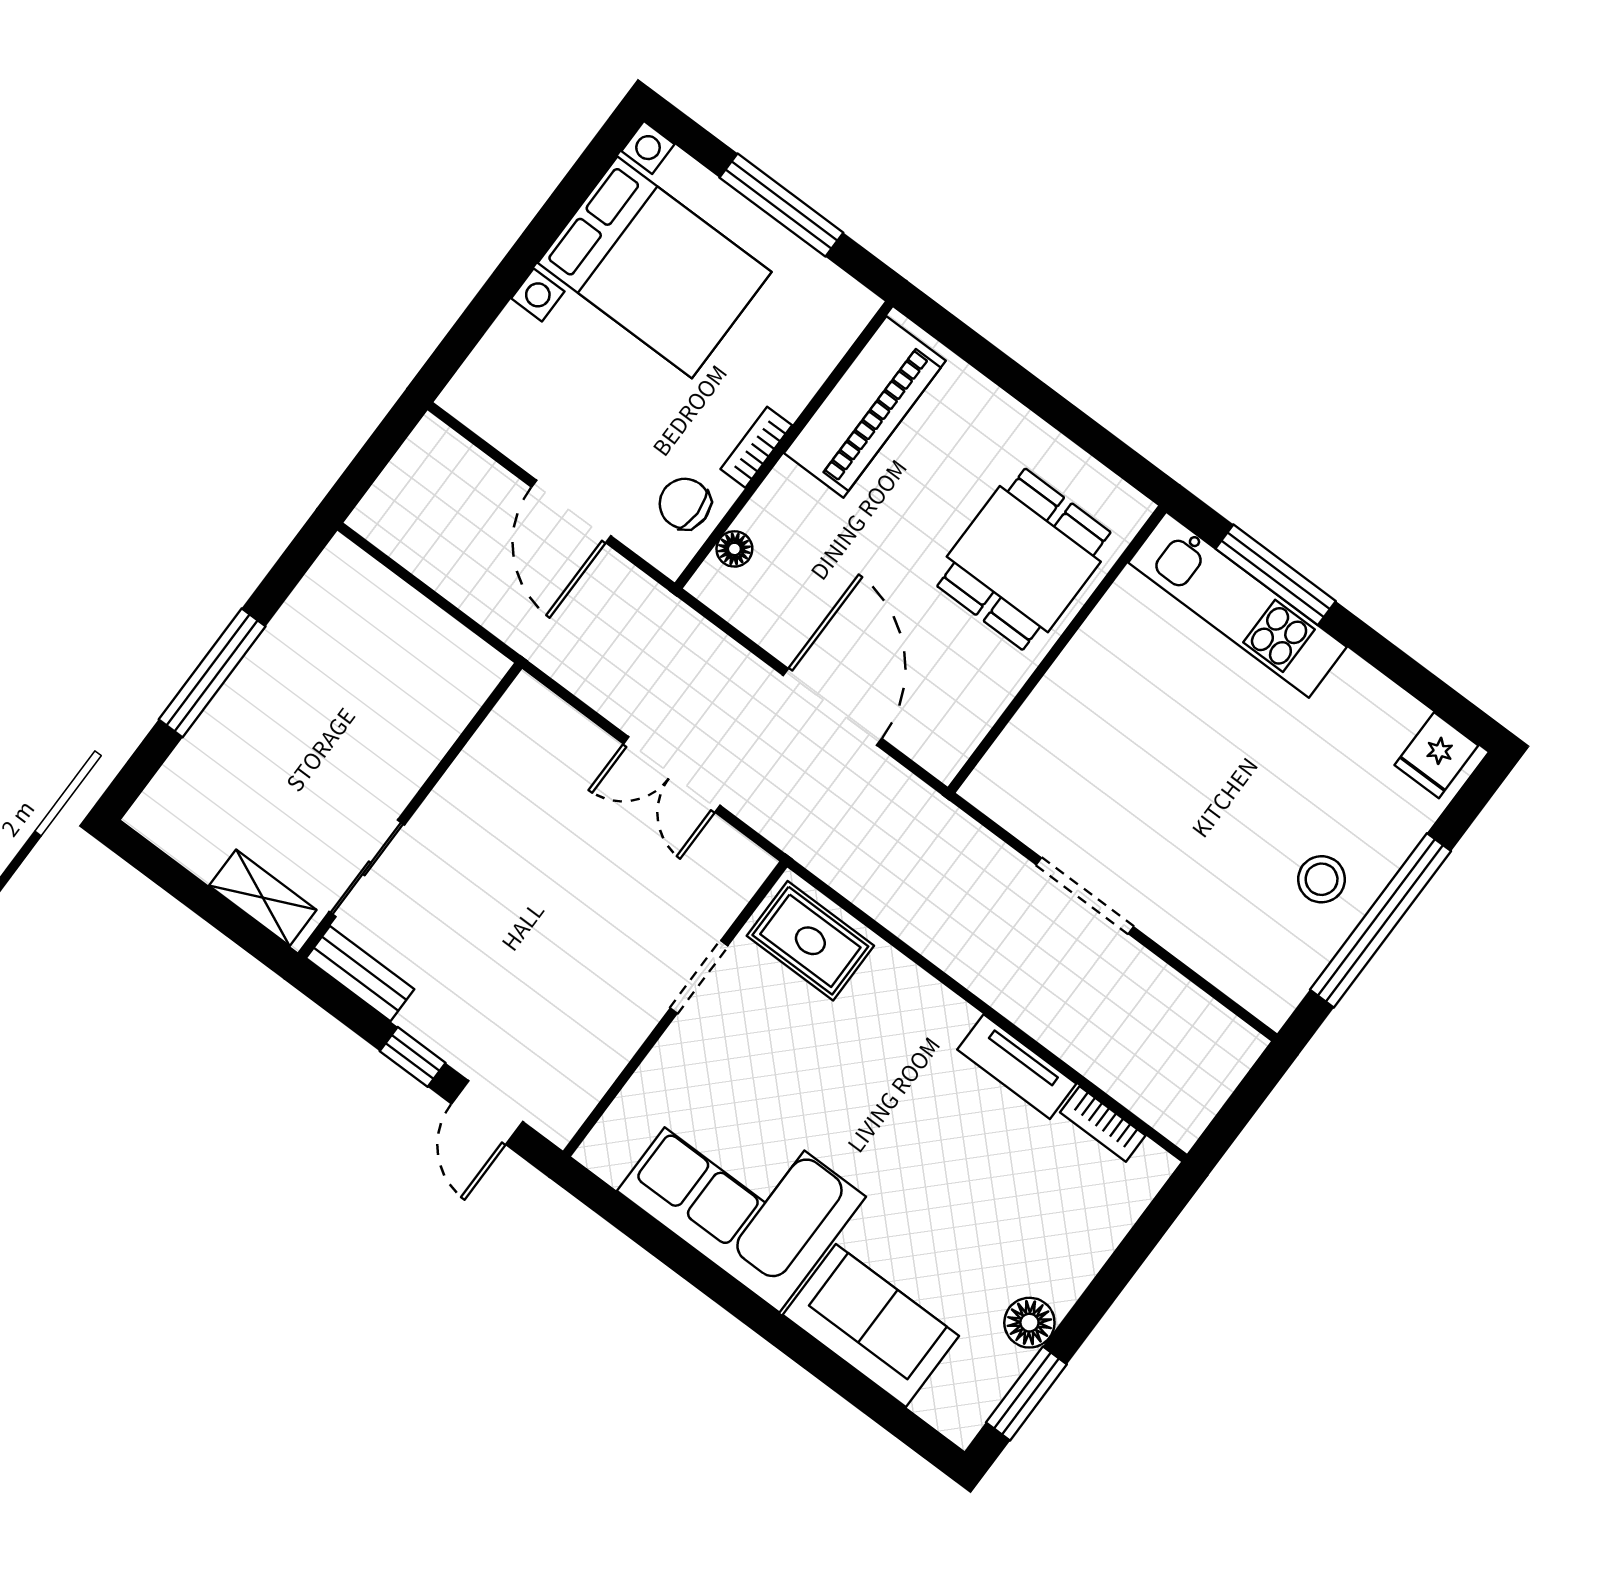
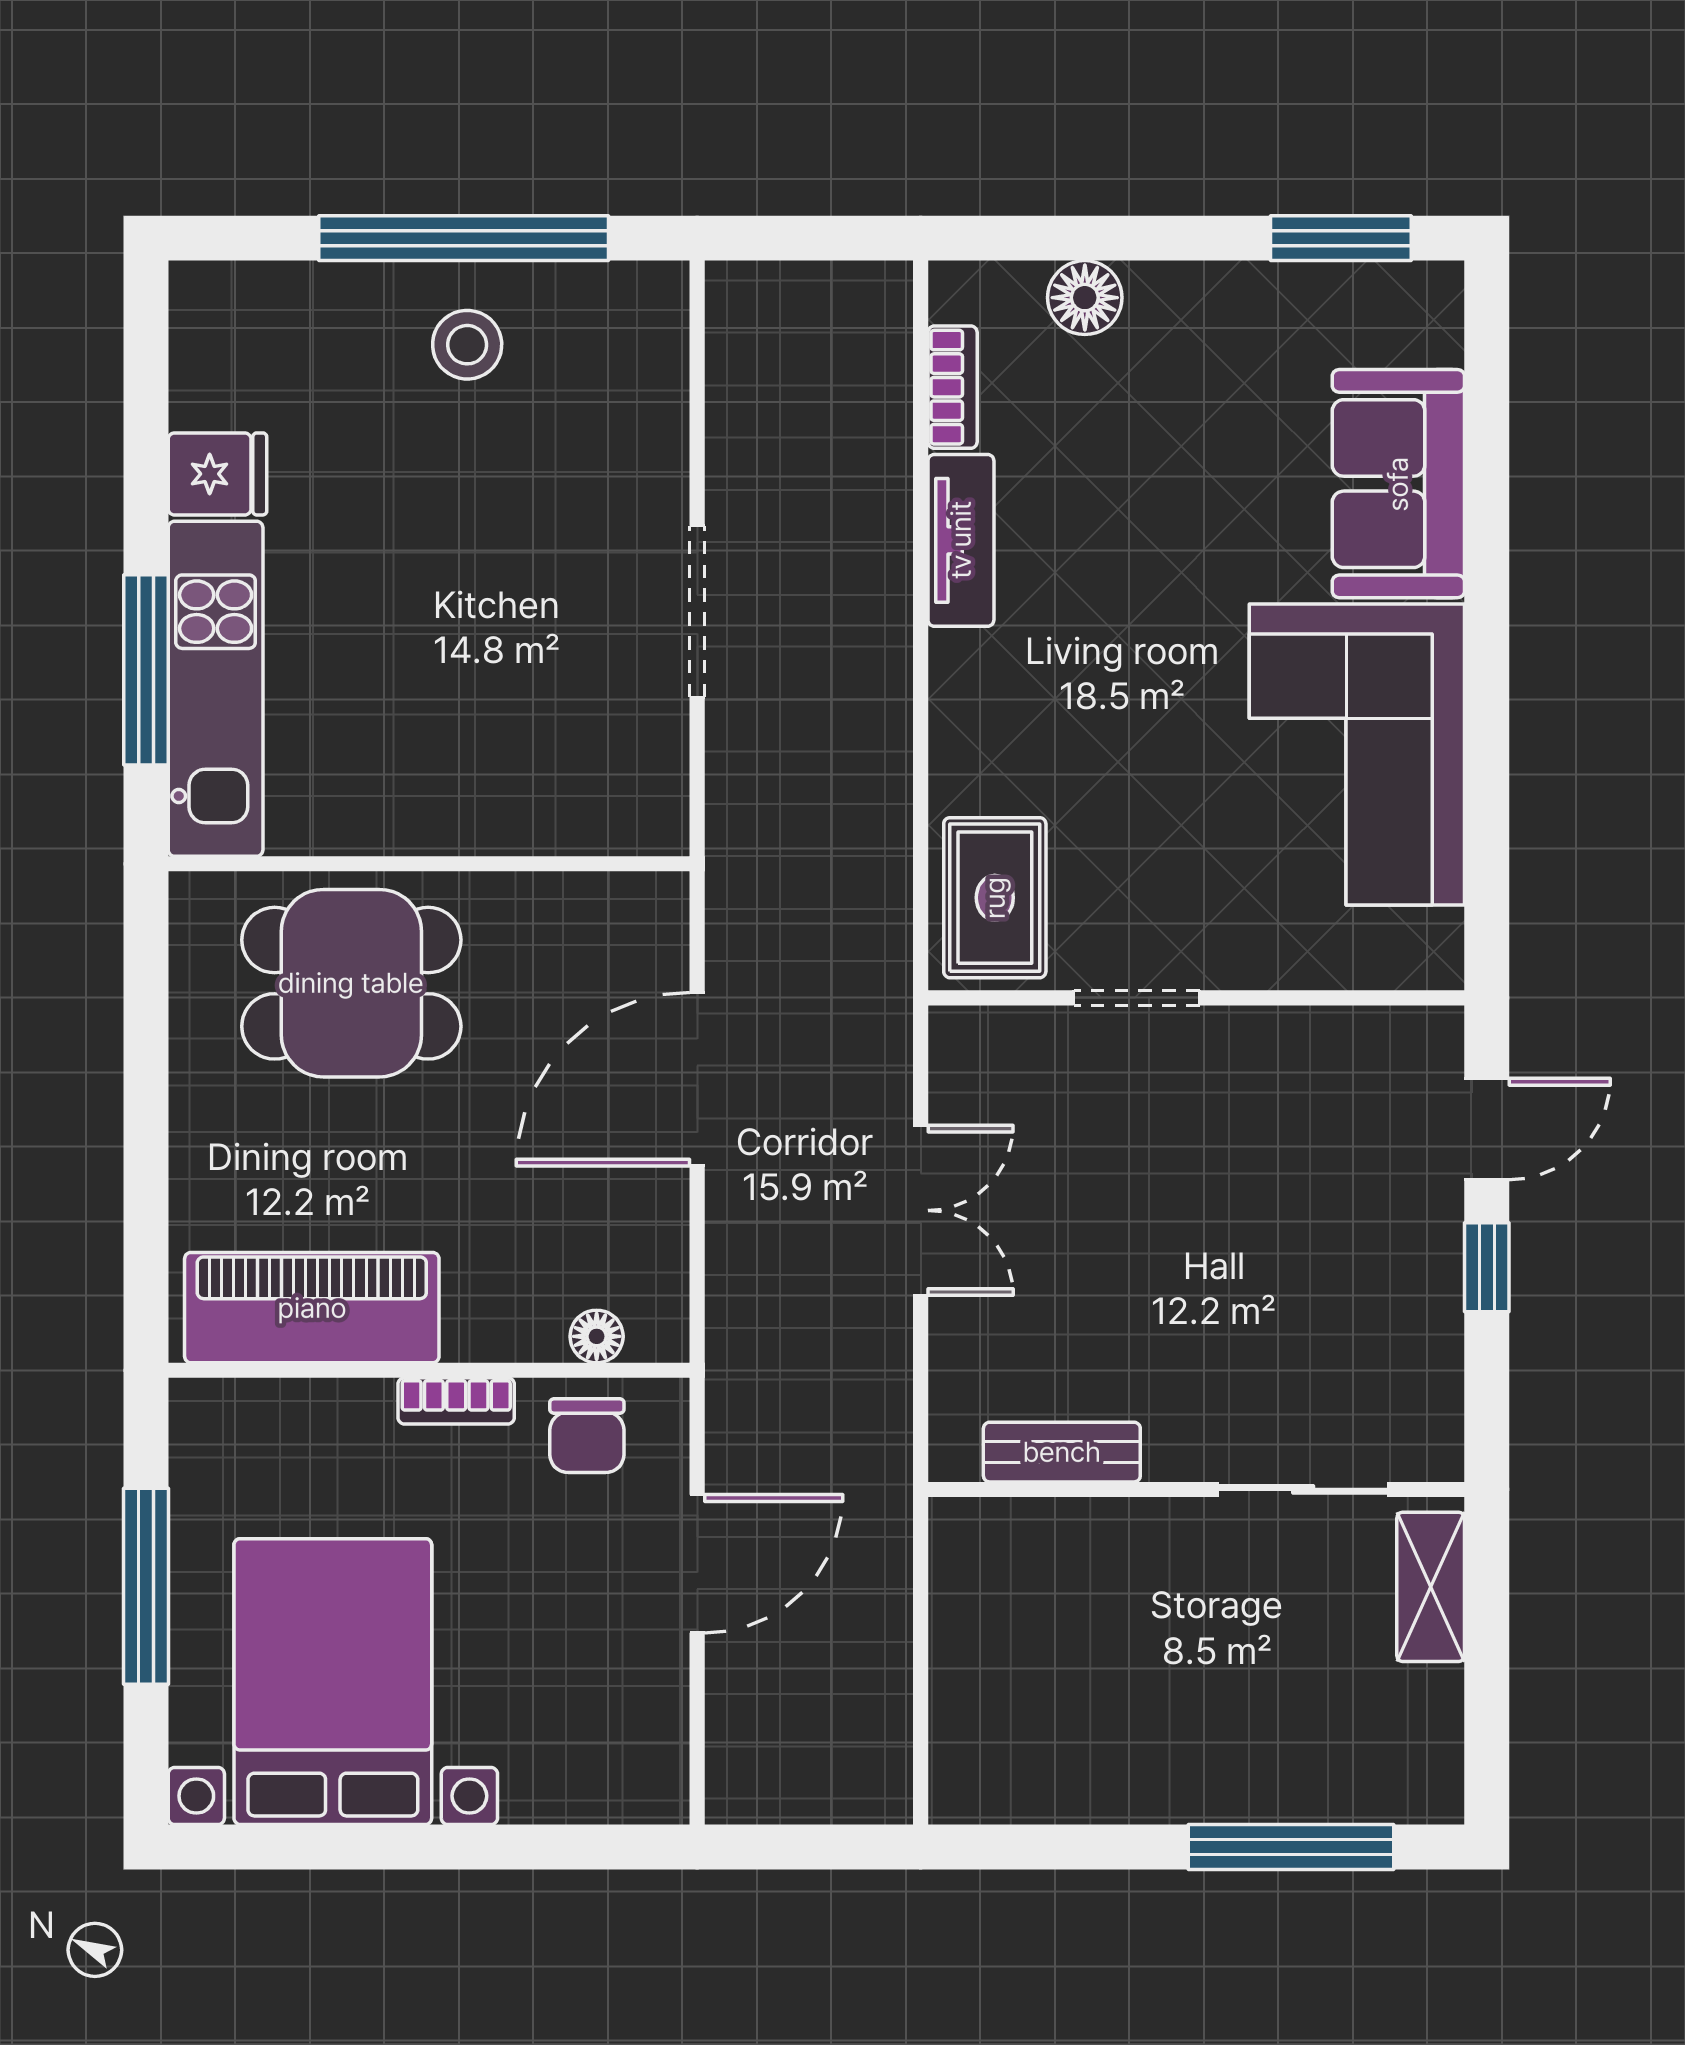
window: (212, 673) -> (1291, 1847), moved
fridge: (1436, 755) -> (217, 474), moved
bench: (360, 974) -> (1062, 1452), moved, turned 90
floor lamp: (1029, 1323) -> (1085, 298), moved

